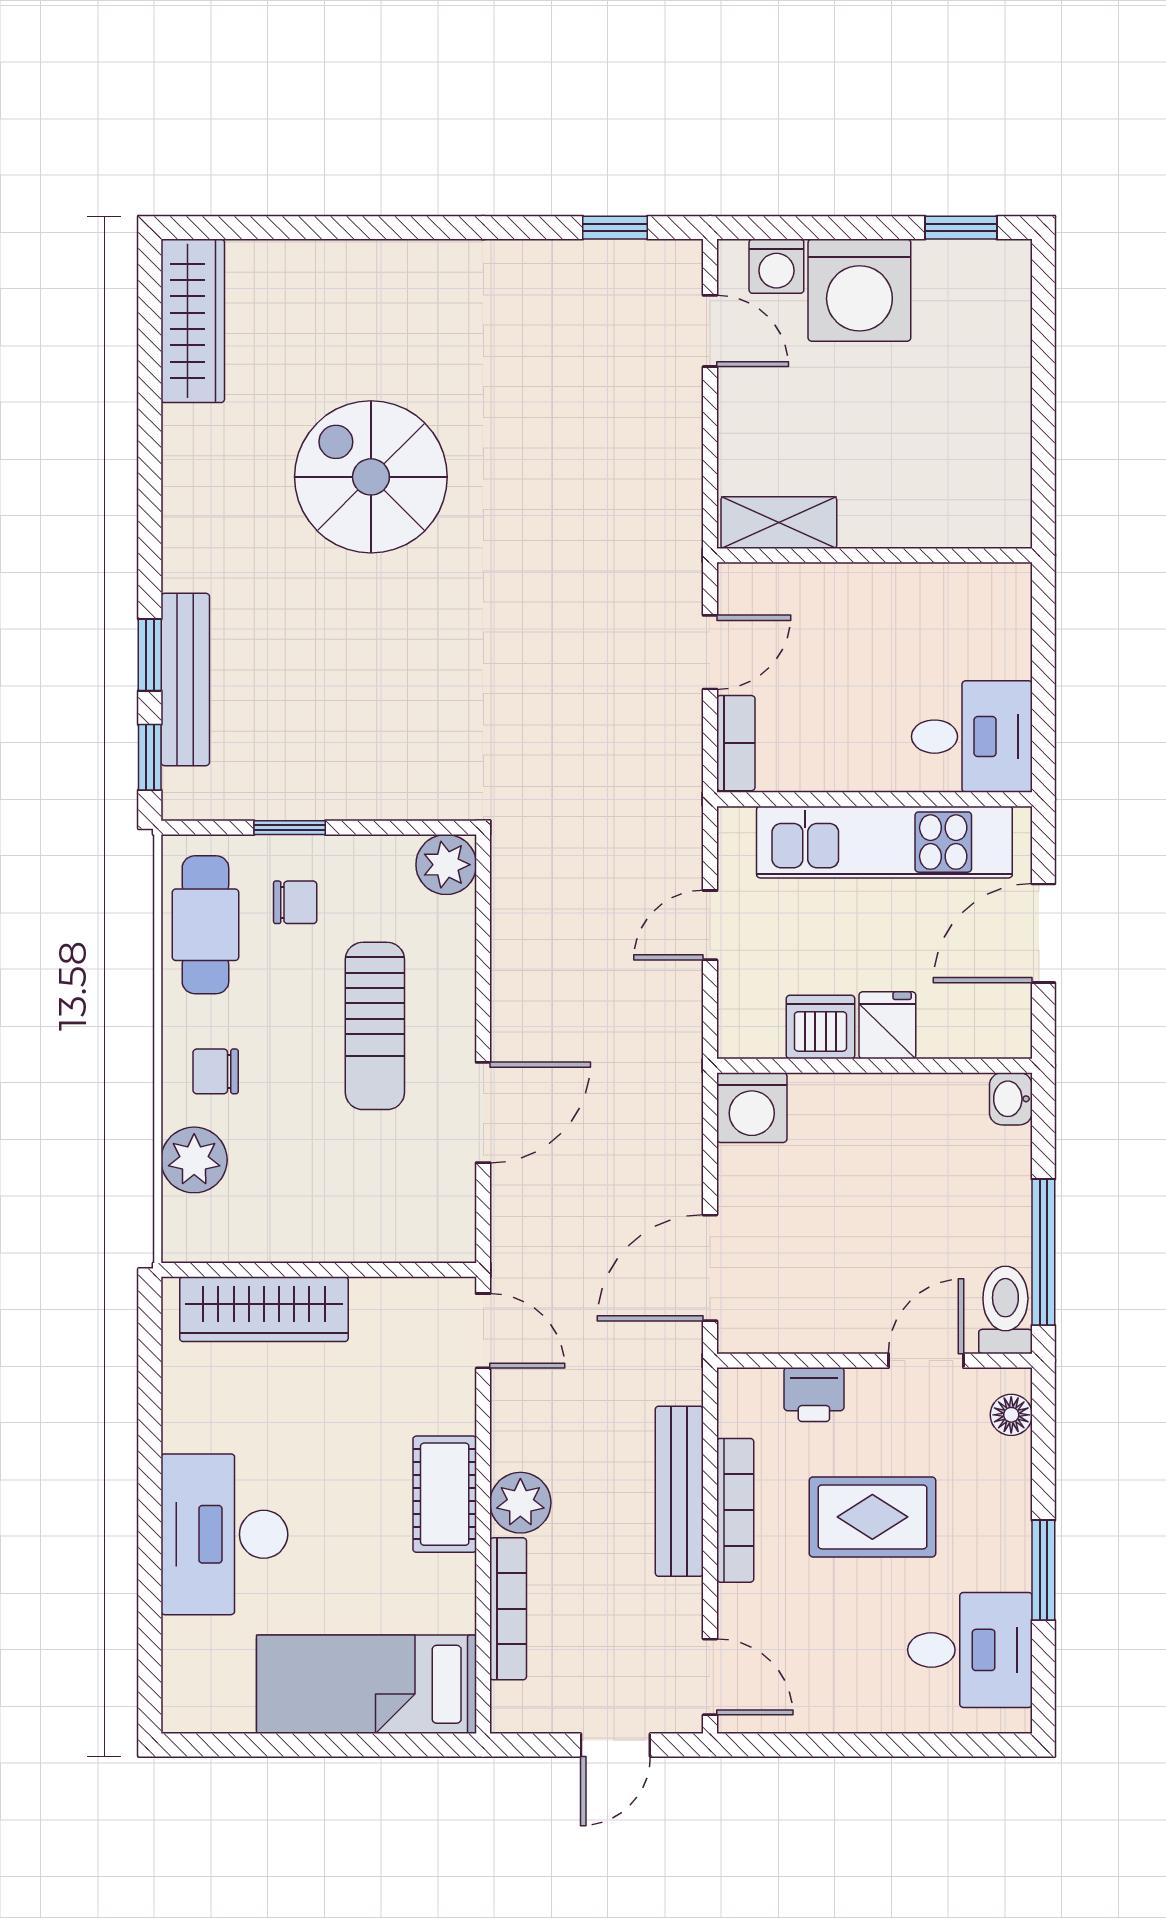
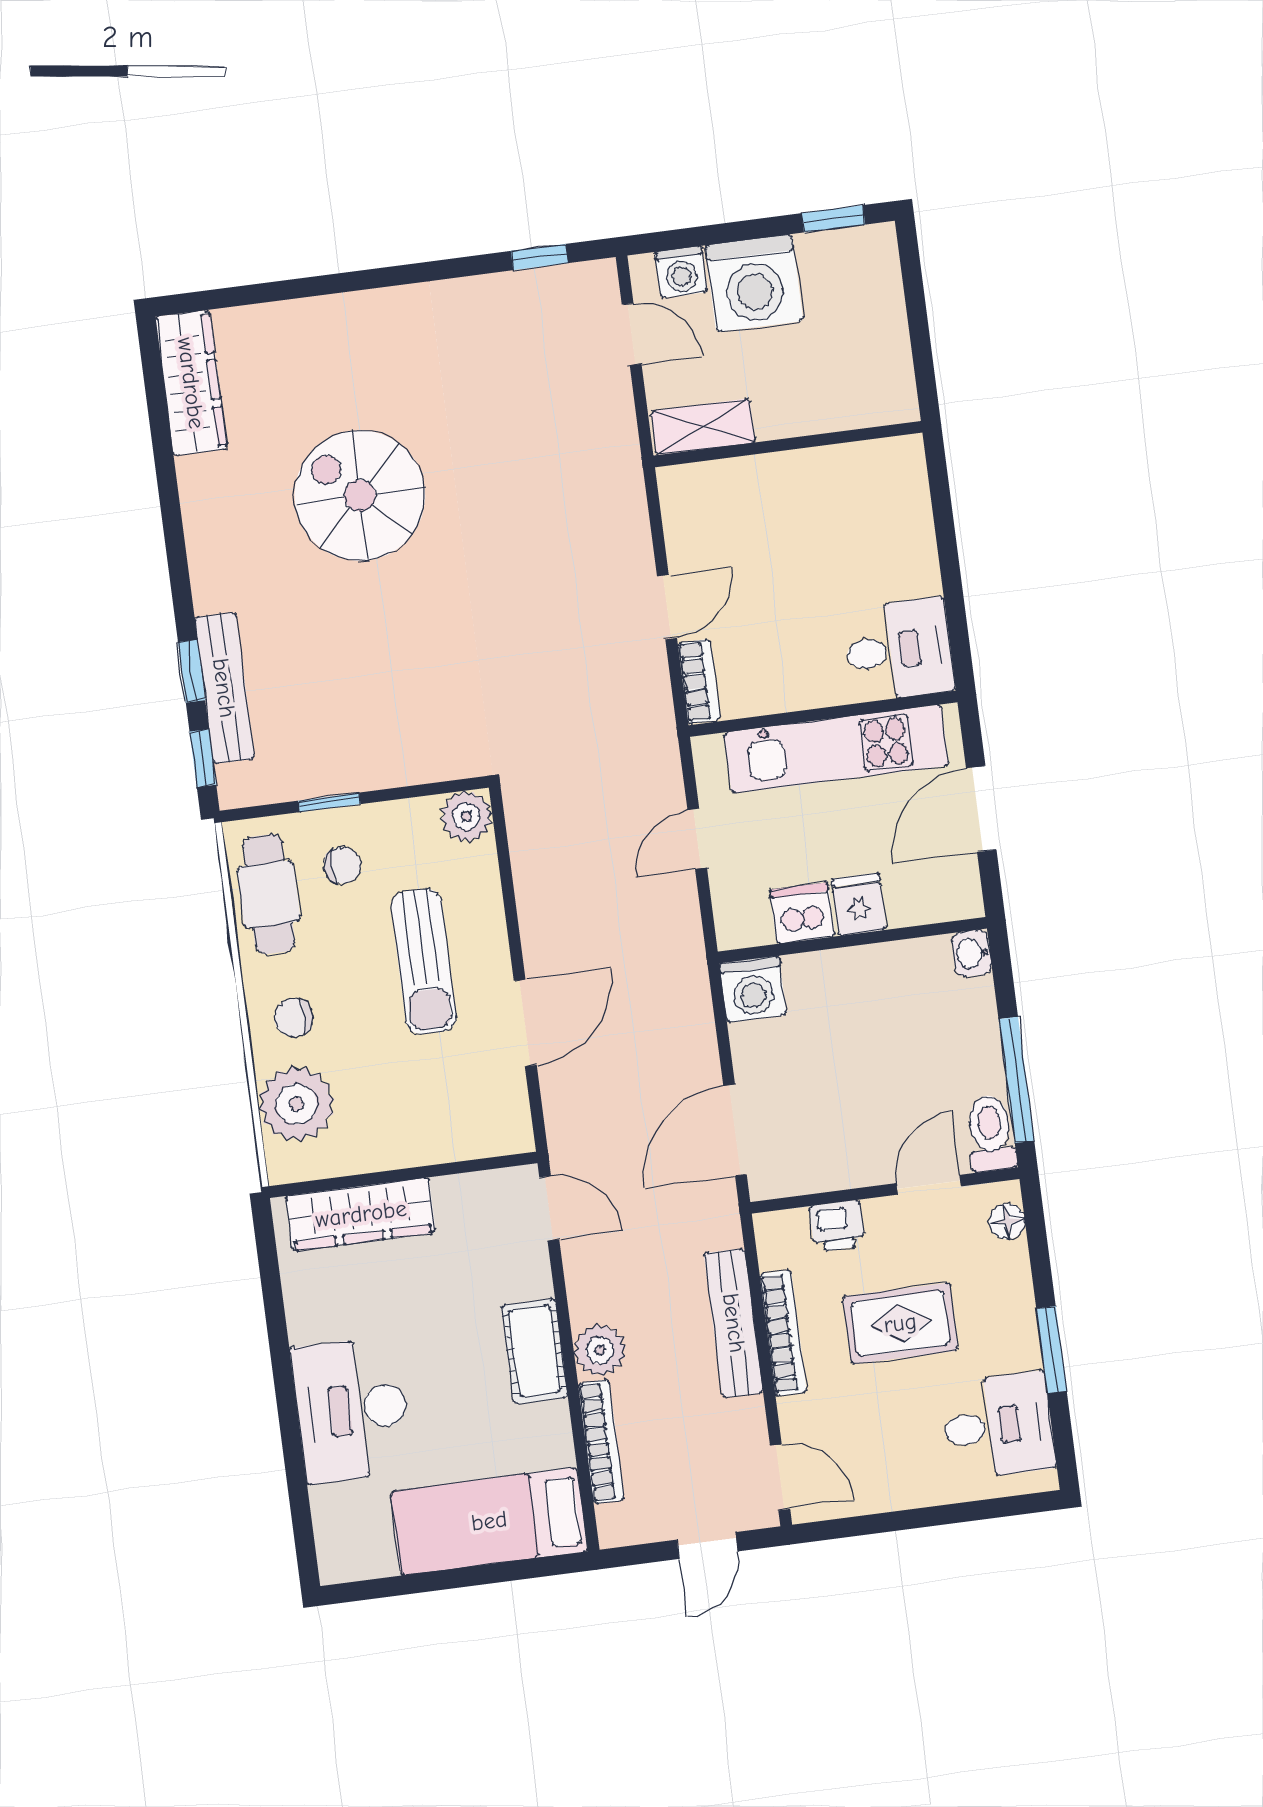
shelving: (779, 523) -> (703, 427), moved
wall: (874, 555) -> (788, 444), moved
plant: (194, 1160) -> (296, 1104), width x1.36, depth x1.36

